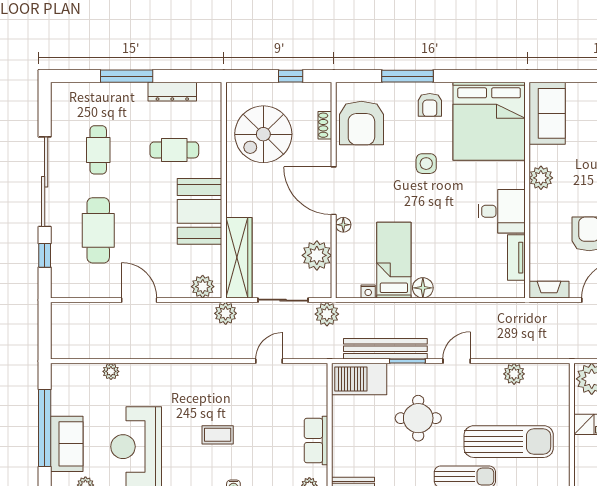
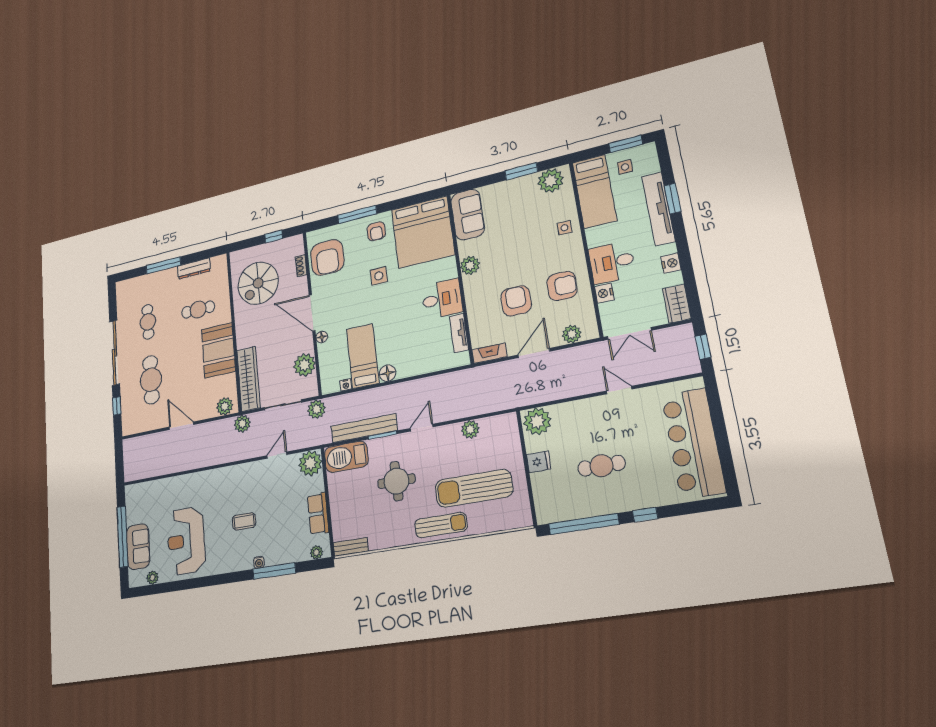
plant: (111, 371) -> (310, 463), moved, width x1.88, depth x1.88
sun lounger: (509, 442) -> (474, 488), turned 180

